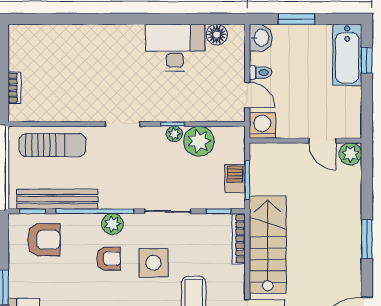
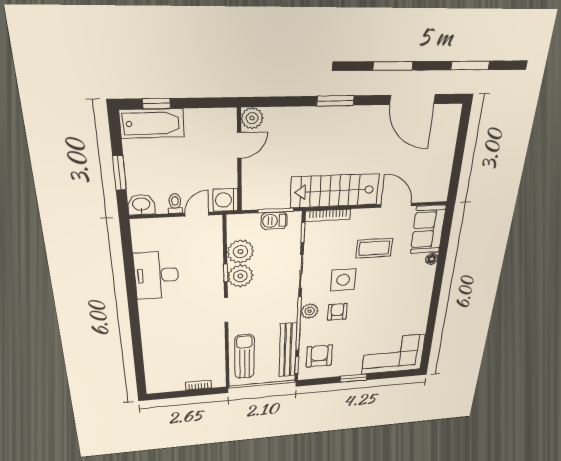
floor lamp: (217, 35) -> (142, 242), removed
plant: (174, 134) -> (240, 276), width x1.88, depth x1.88

